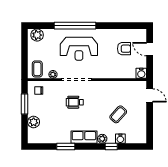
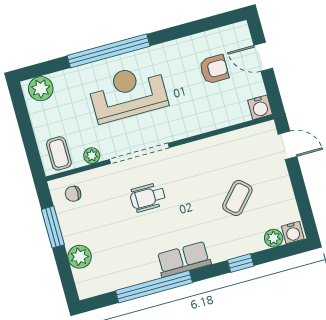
reception desk: (79, 49) -> (128, 93), turned 180
plant: (102, 139) -> (274, 238), moved
water cooler: (120, 139) -> (293, 233), moved
window: (66, 146) -> (154, 287), width x2.11

